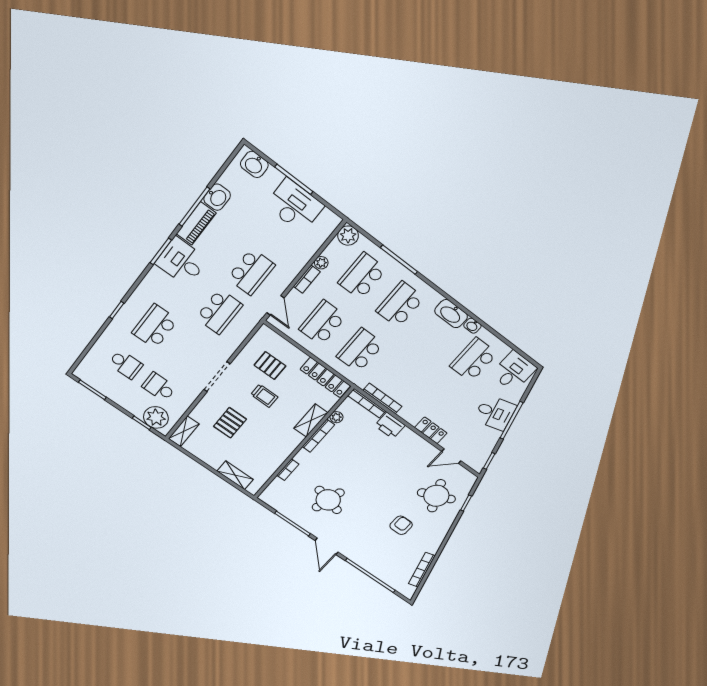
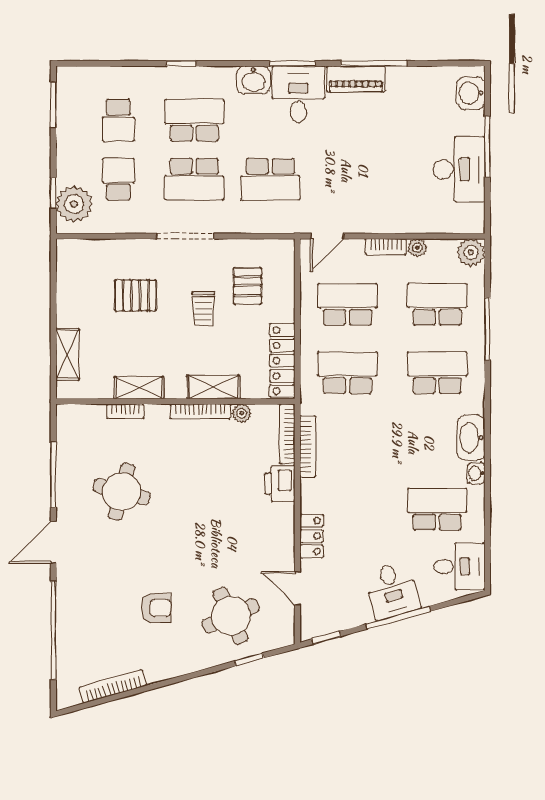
washbasin: (217, 197) -> (253, 80), moved
school desk: (251, 272) -> (194, 179), moved
shelving: (184, 431) -> (139, 388), moved

